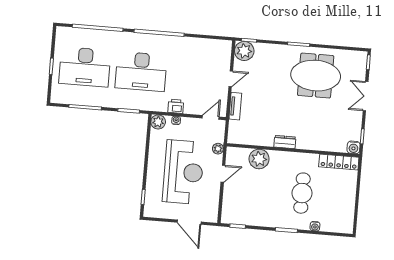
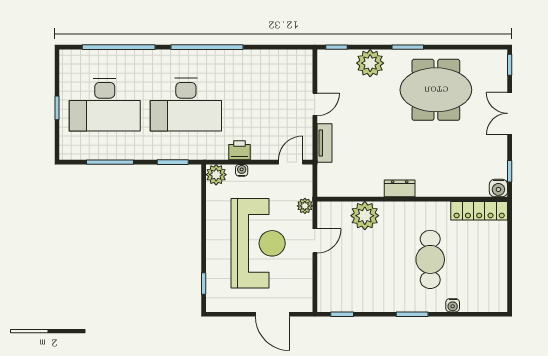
plant: (244, 51) -> (370, 63), moved

